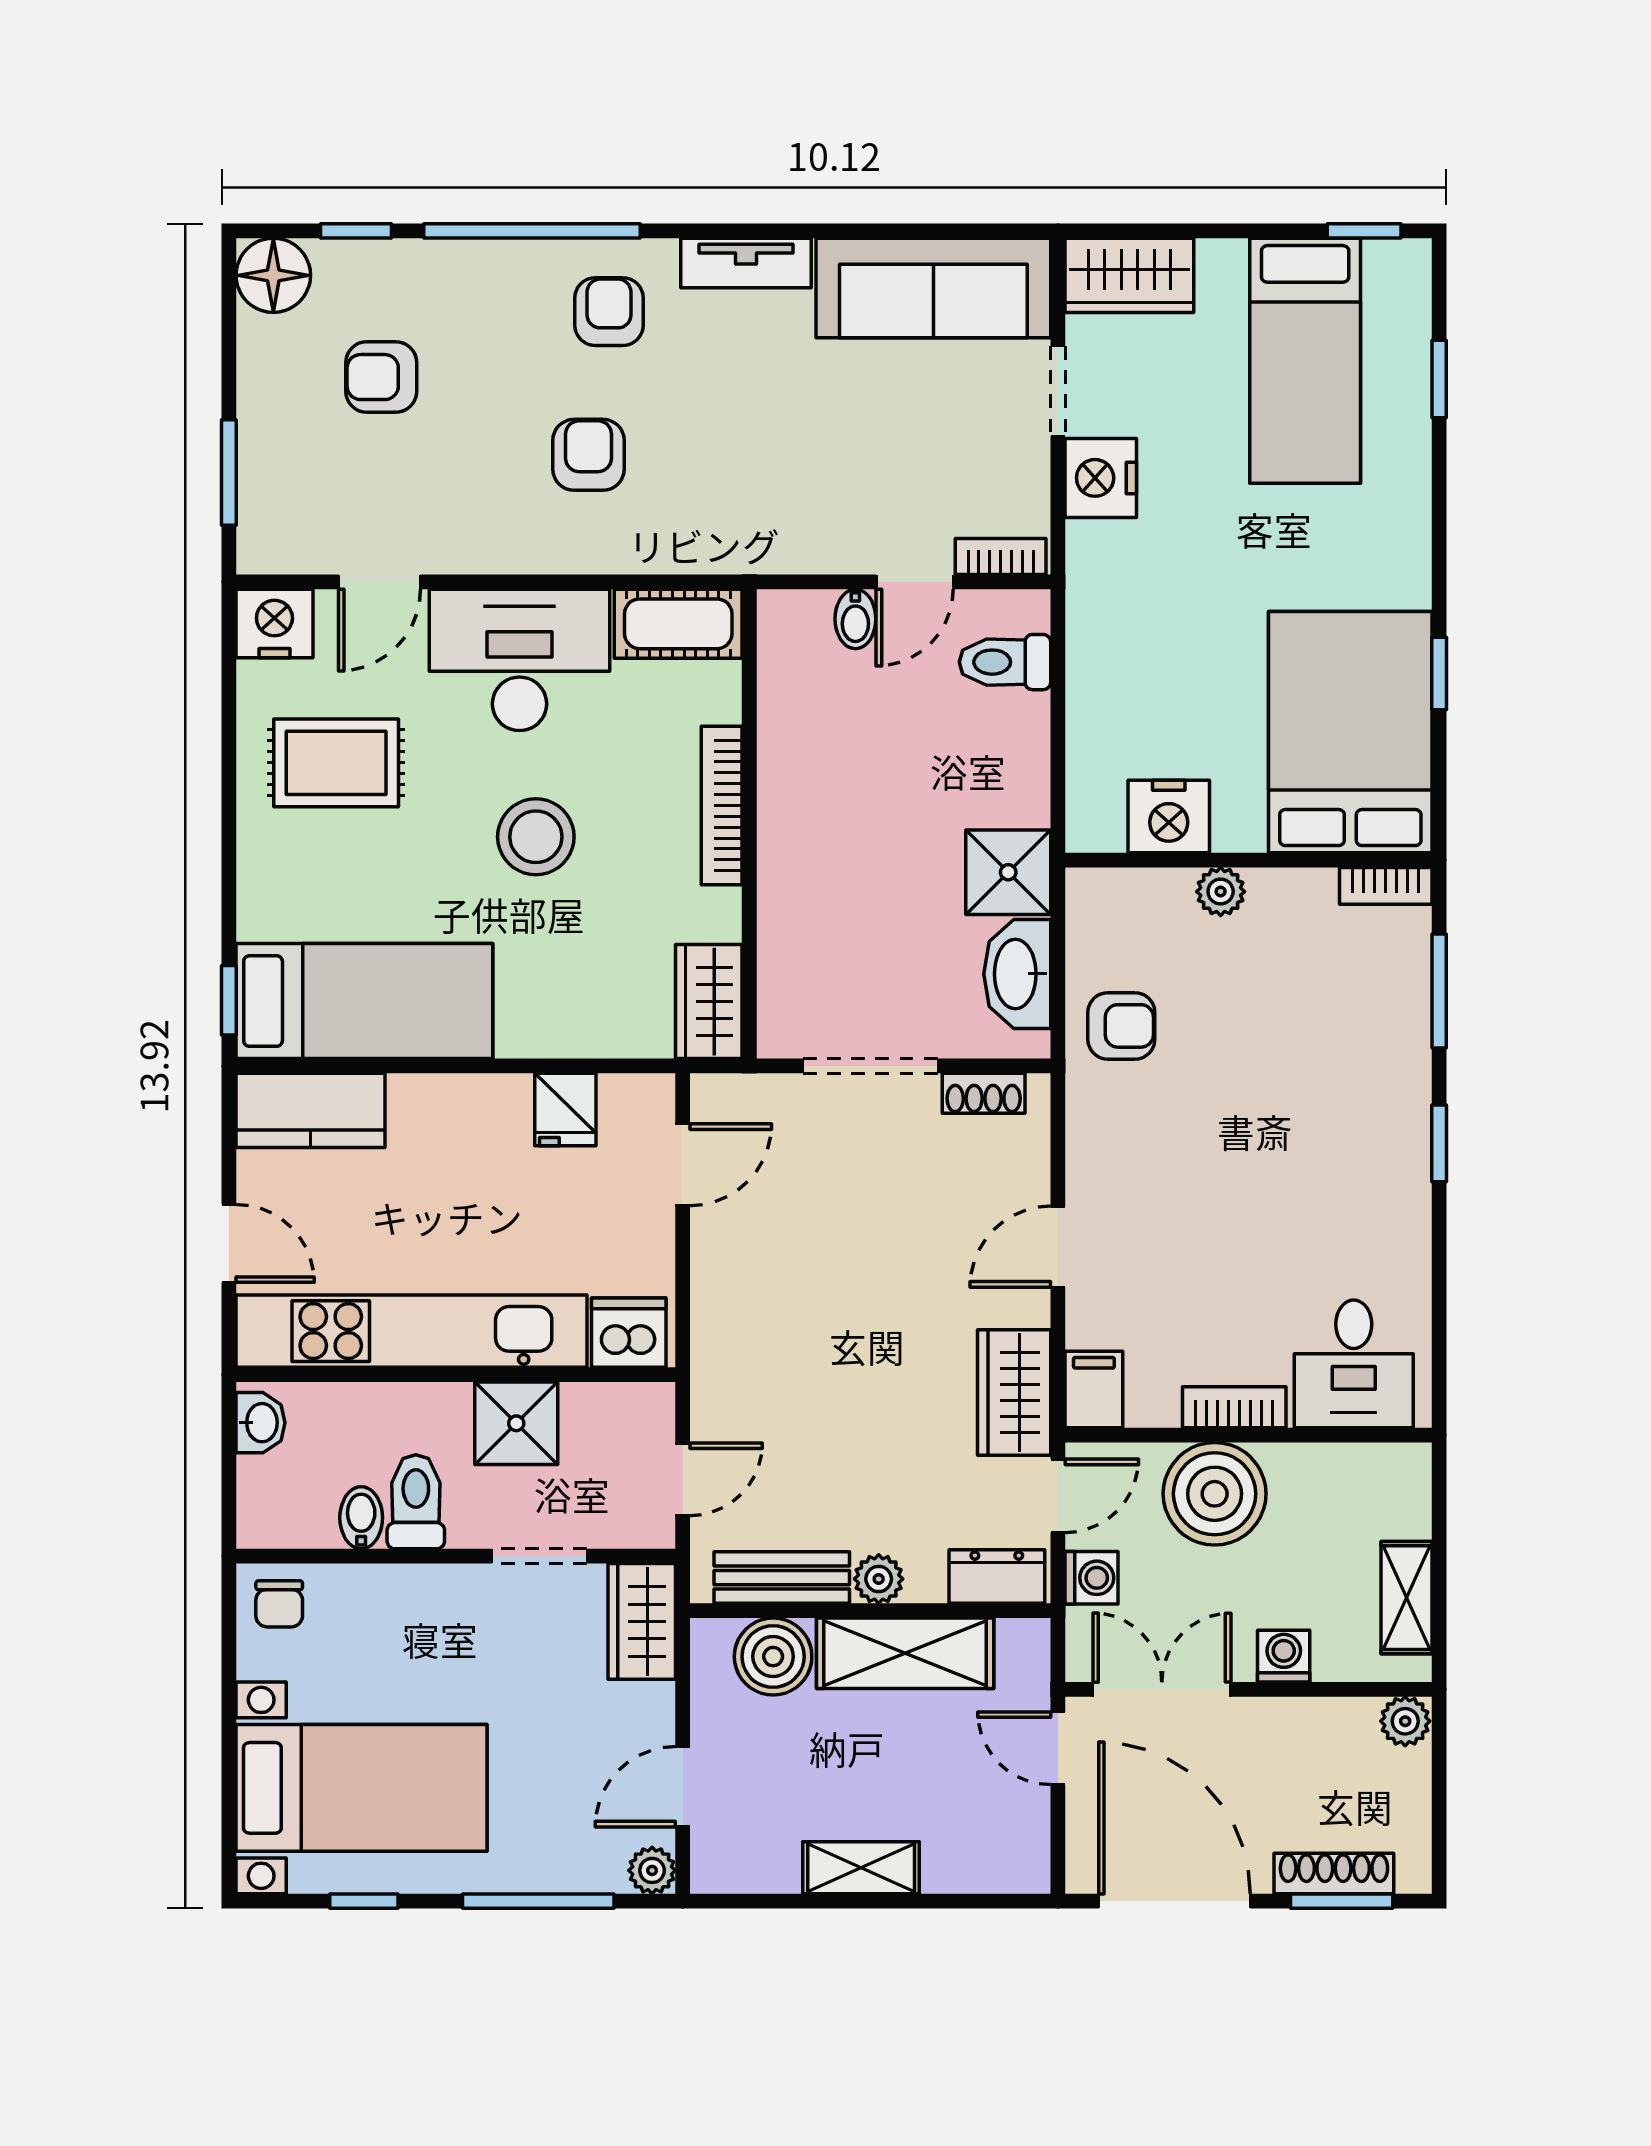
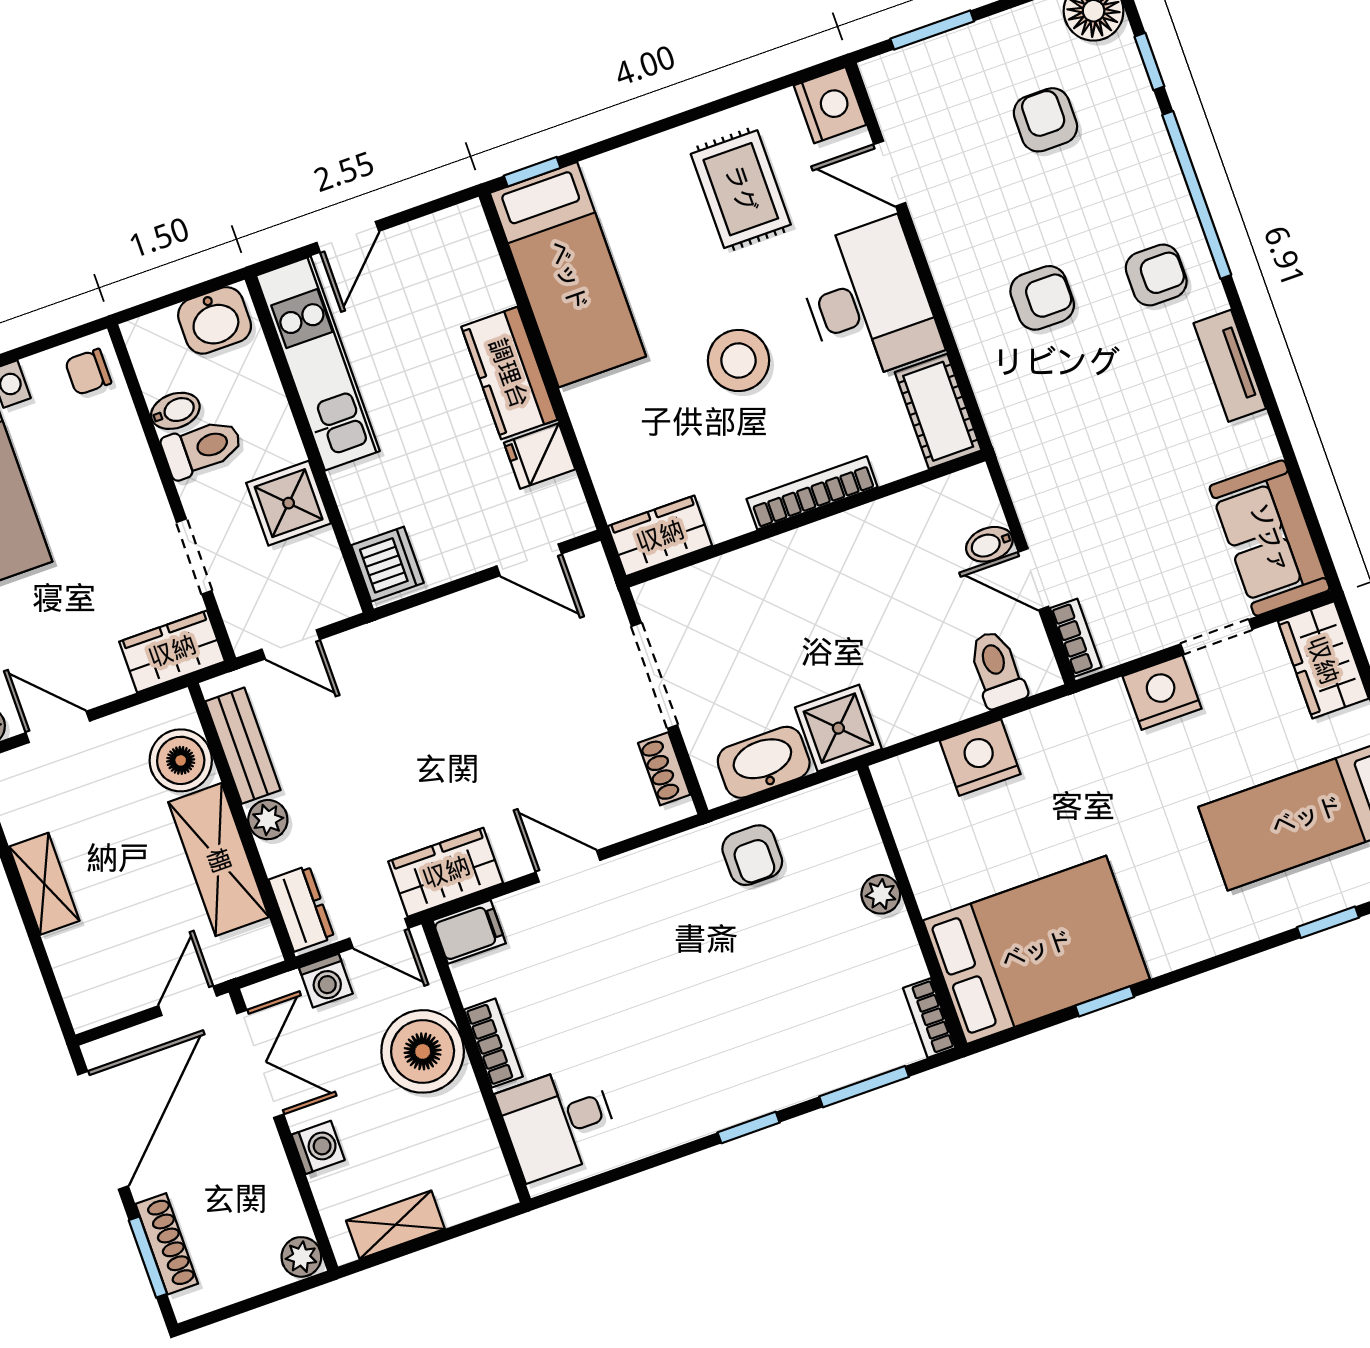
sofa: (933, 288) -> (1270, 538), width x0.73
nightstand: (1169, 817) -> (980, 757), moved, turned 90
kitchen counter: (311, 1110) -> (509, 373), moved
kitchen unit: (411, 1331) -> (318, 363), width x0.73
washbasin: (260, 1423) -> (215, 320), width x1.38, depth x1.45

